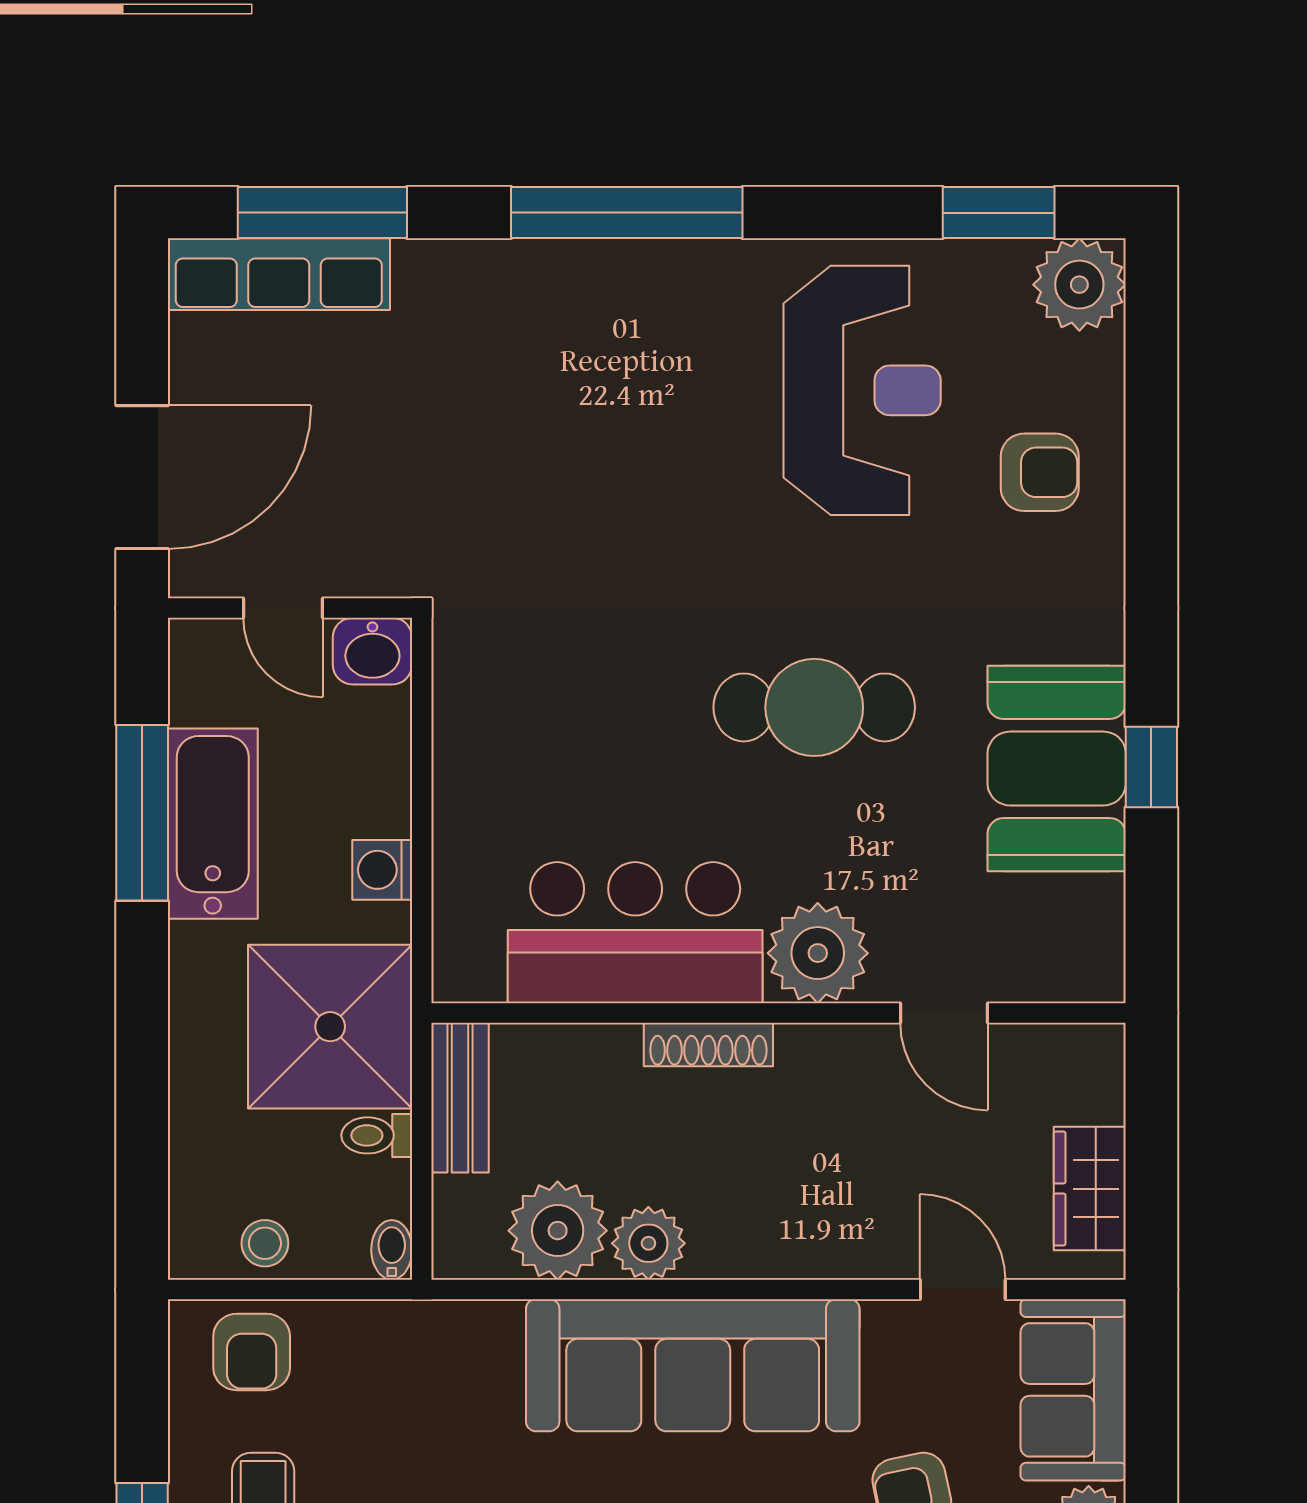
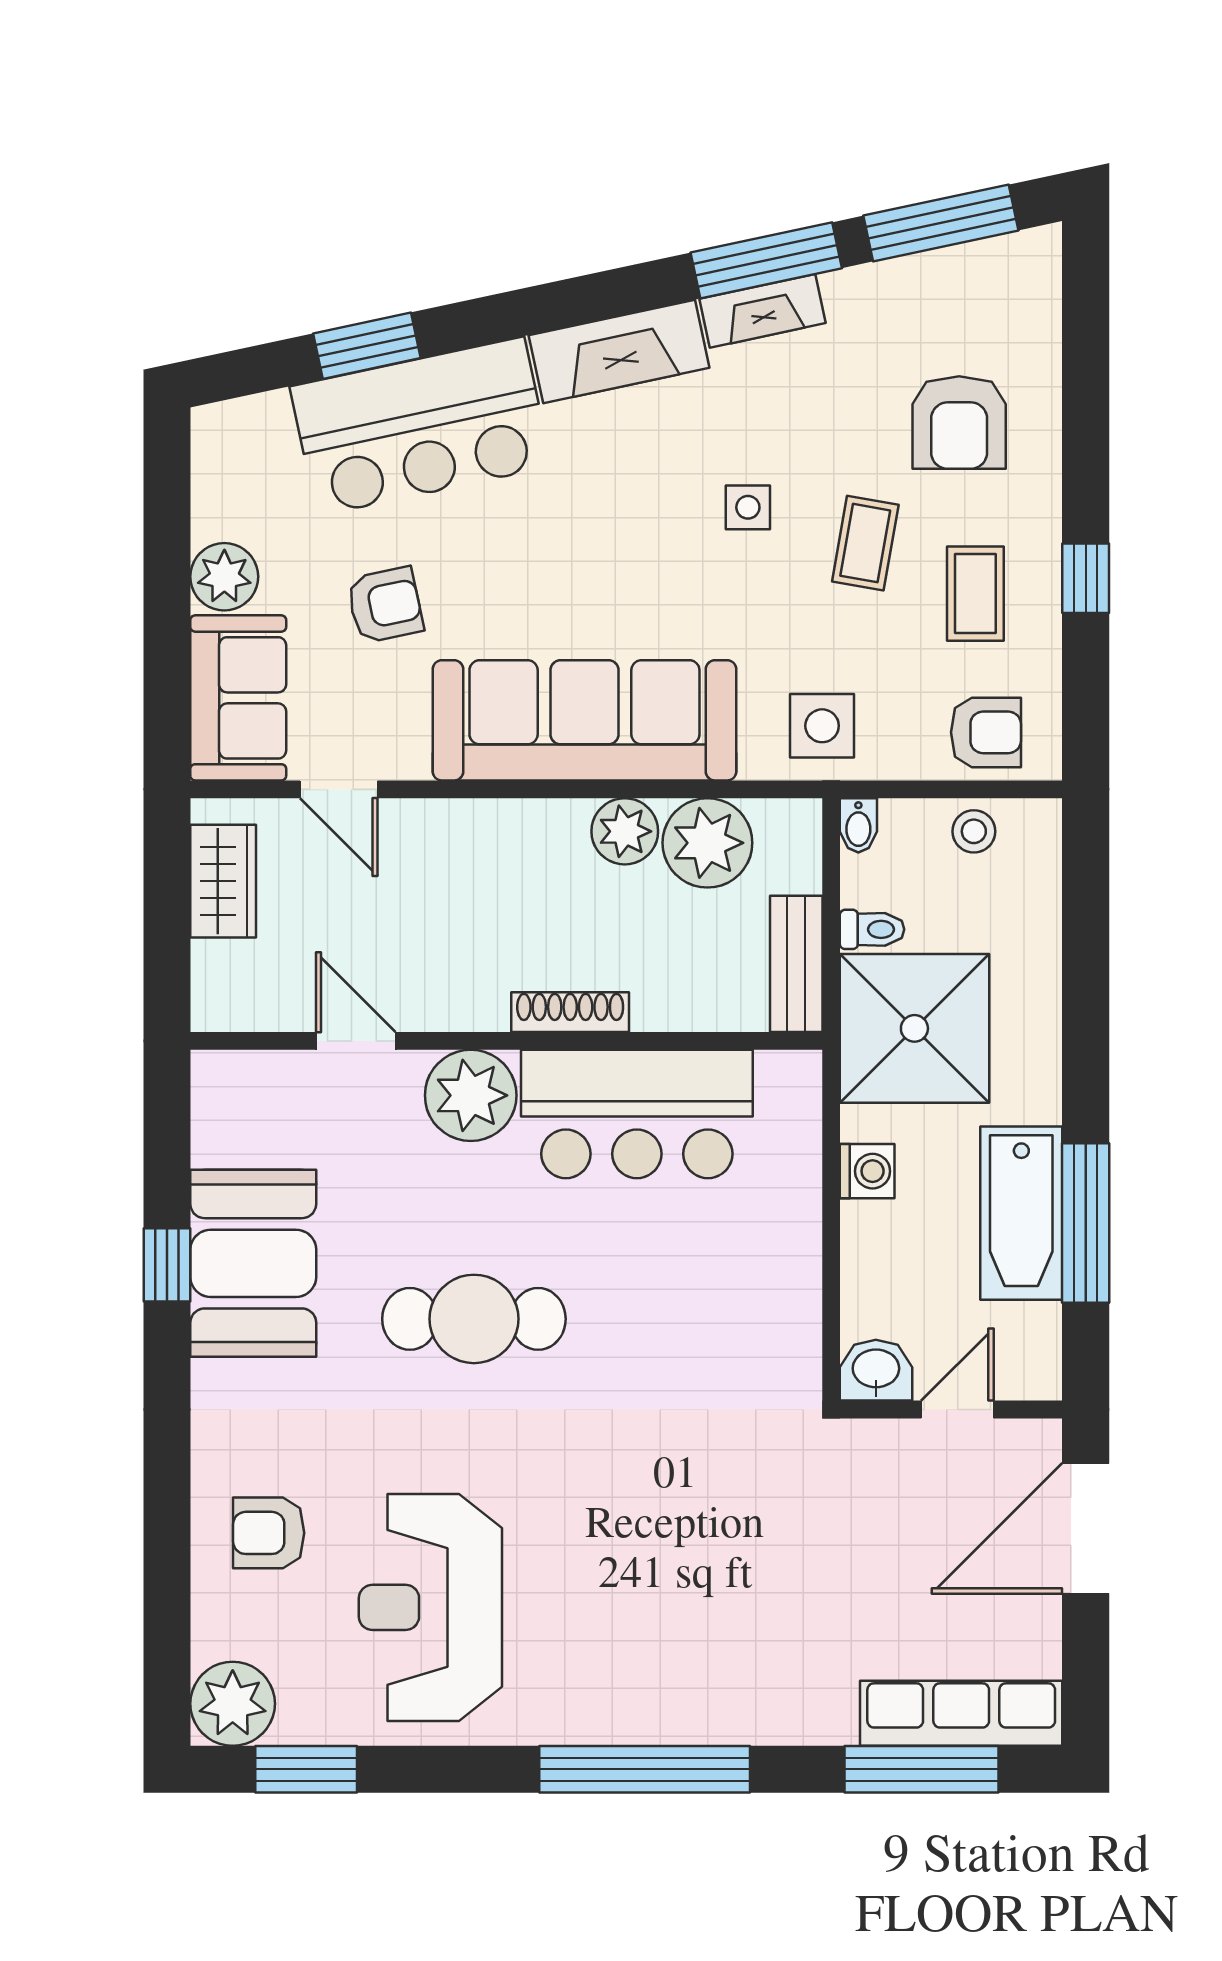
door: (283, 608) -> (957, 1409), hinge flipped
armchair: (252, 1352) -> (986, 732), turned 90
side table: (432, 1359) -> (822, 726), added

